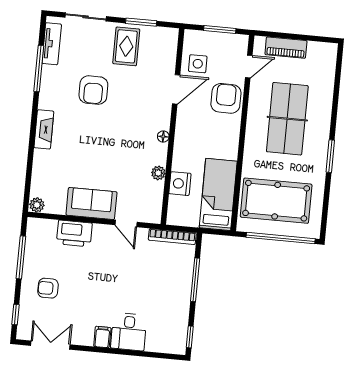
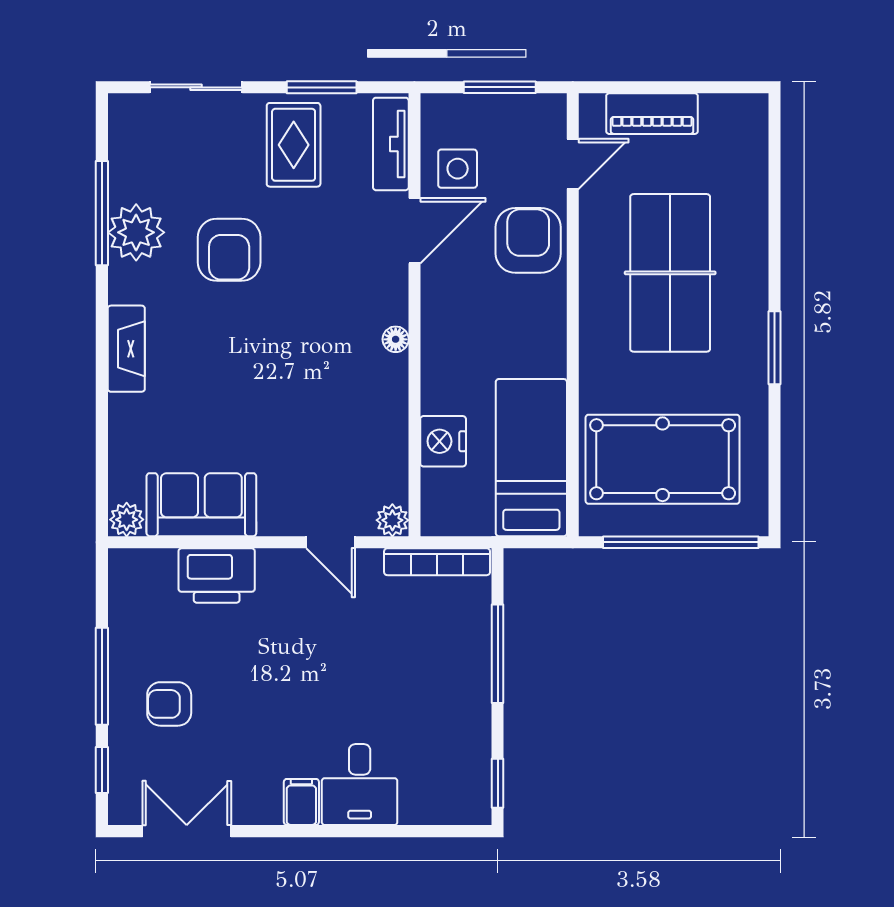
tv unit: (52, 44) -> (391, 144), moved, turned 180
plant: (53, 79) -> (136, 232), added
plant: (158, 173) -> (392, 520), moved
sofa: (91, 203) -> (201, 505), moved
window: (21, 257) -> (102, 676), moved

